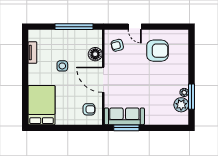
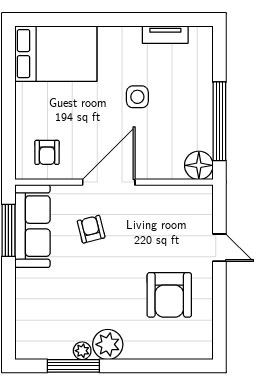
door: (135, 27) -> (219, 248), swing flipped
armchair: (117, 45) -> (91, 229), moved
floor lamp: (95, 54) -> (199, 165), moved
plant: (181, 105) -> (108, 344), moved

